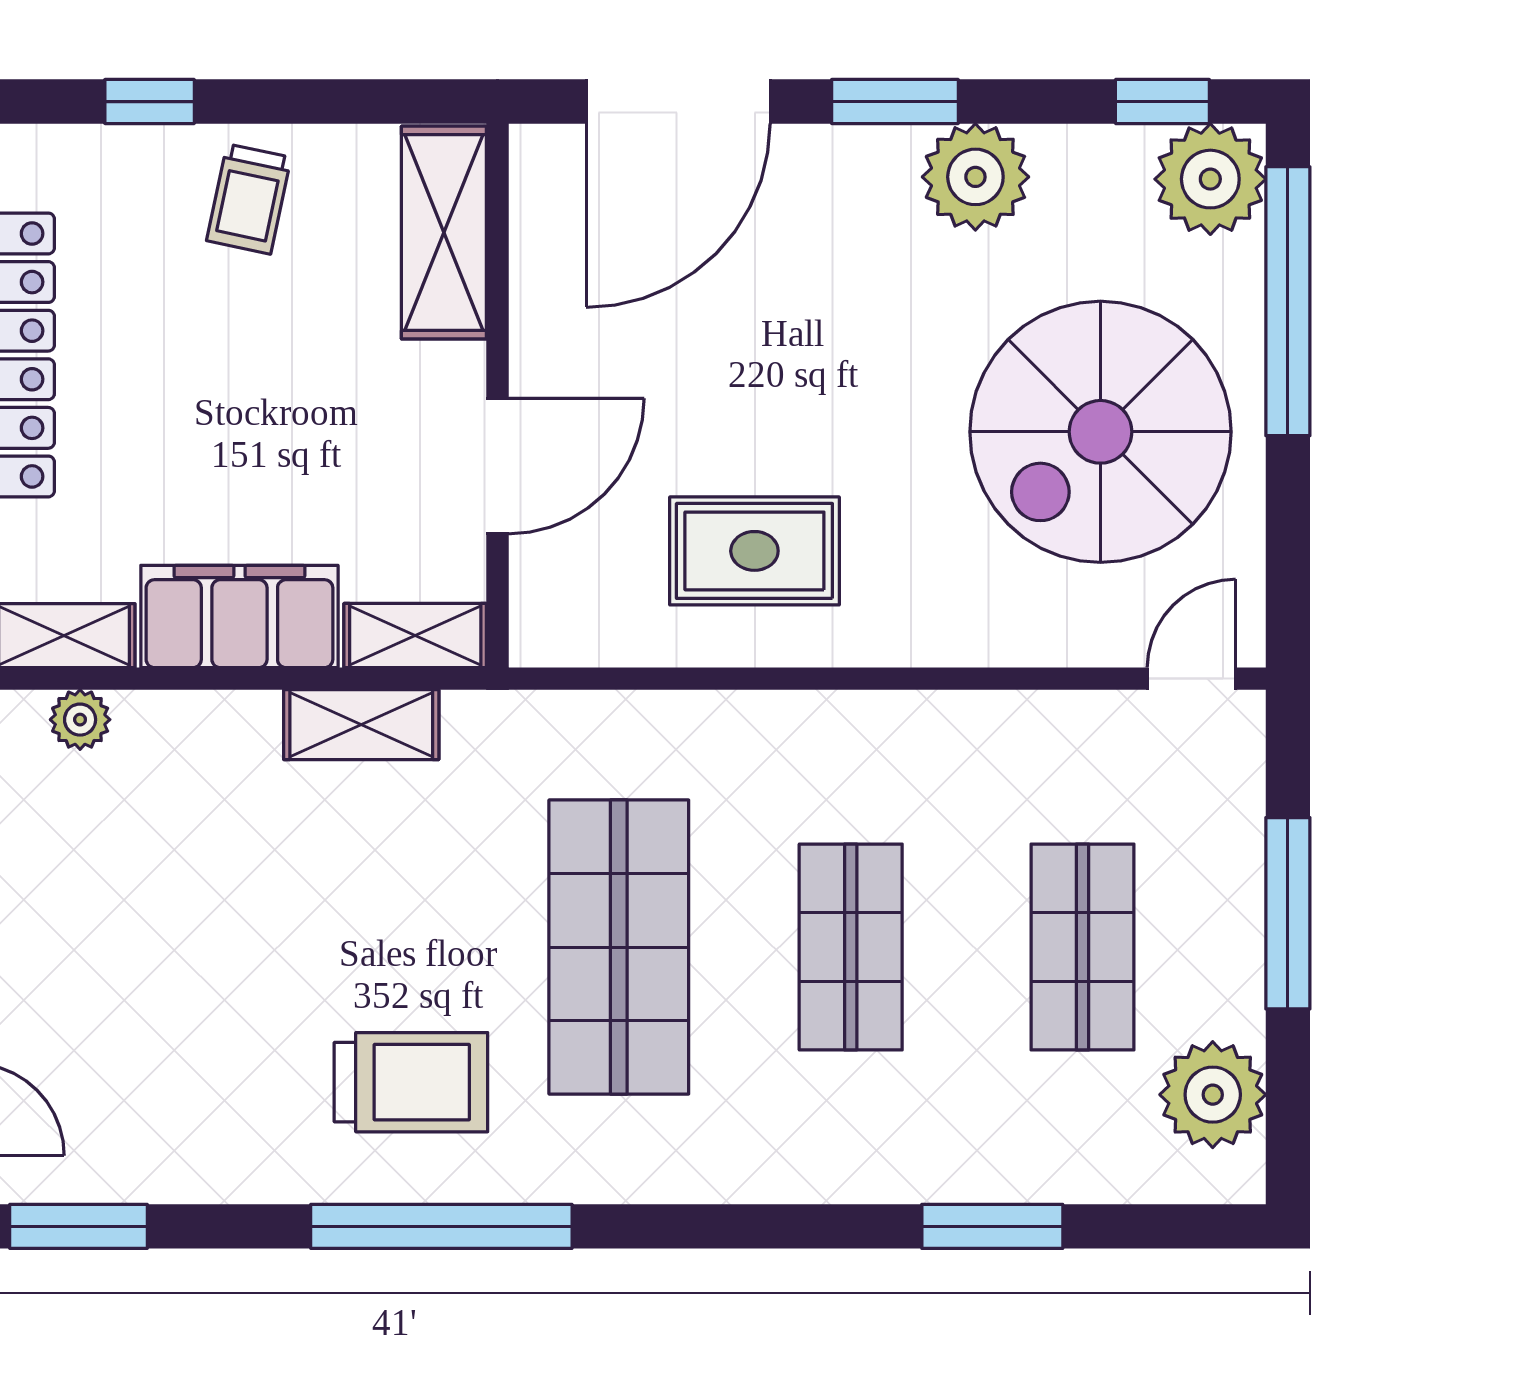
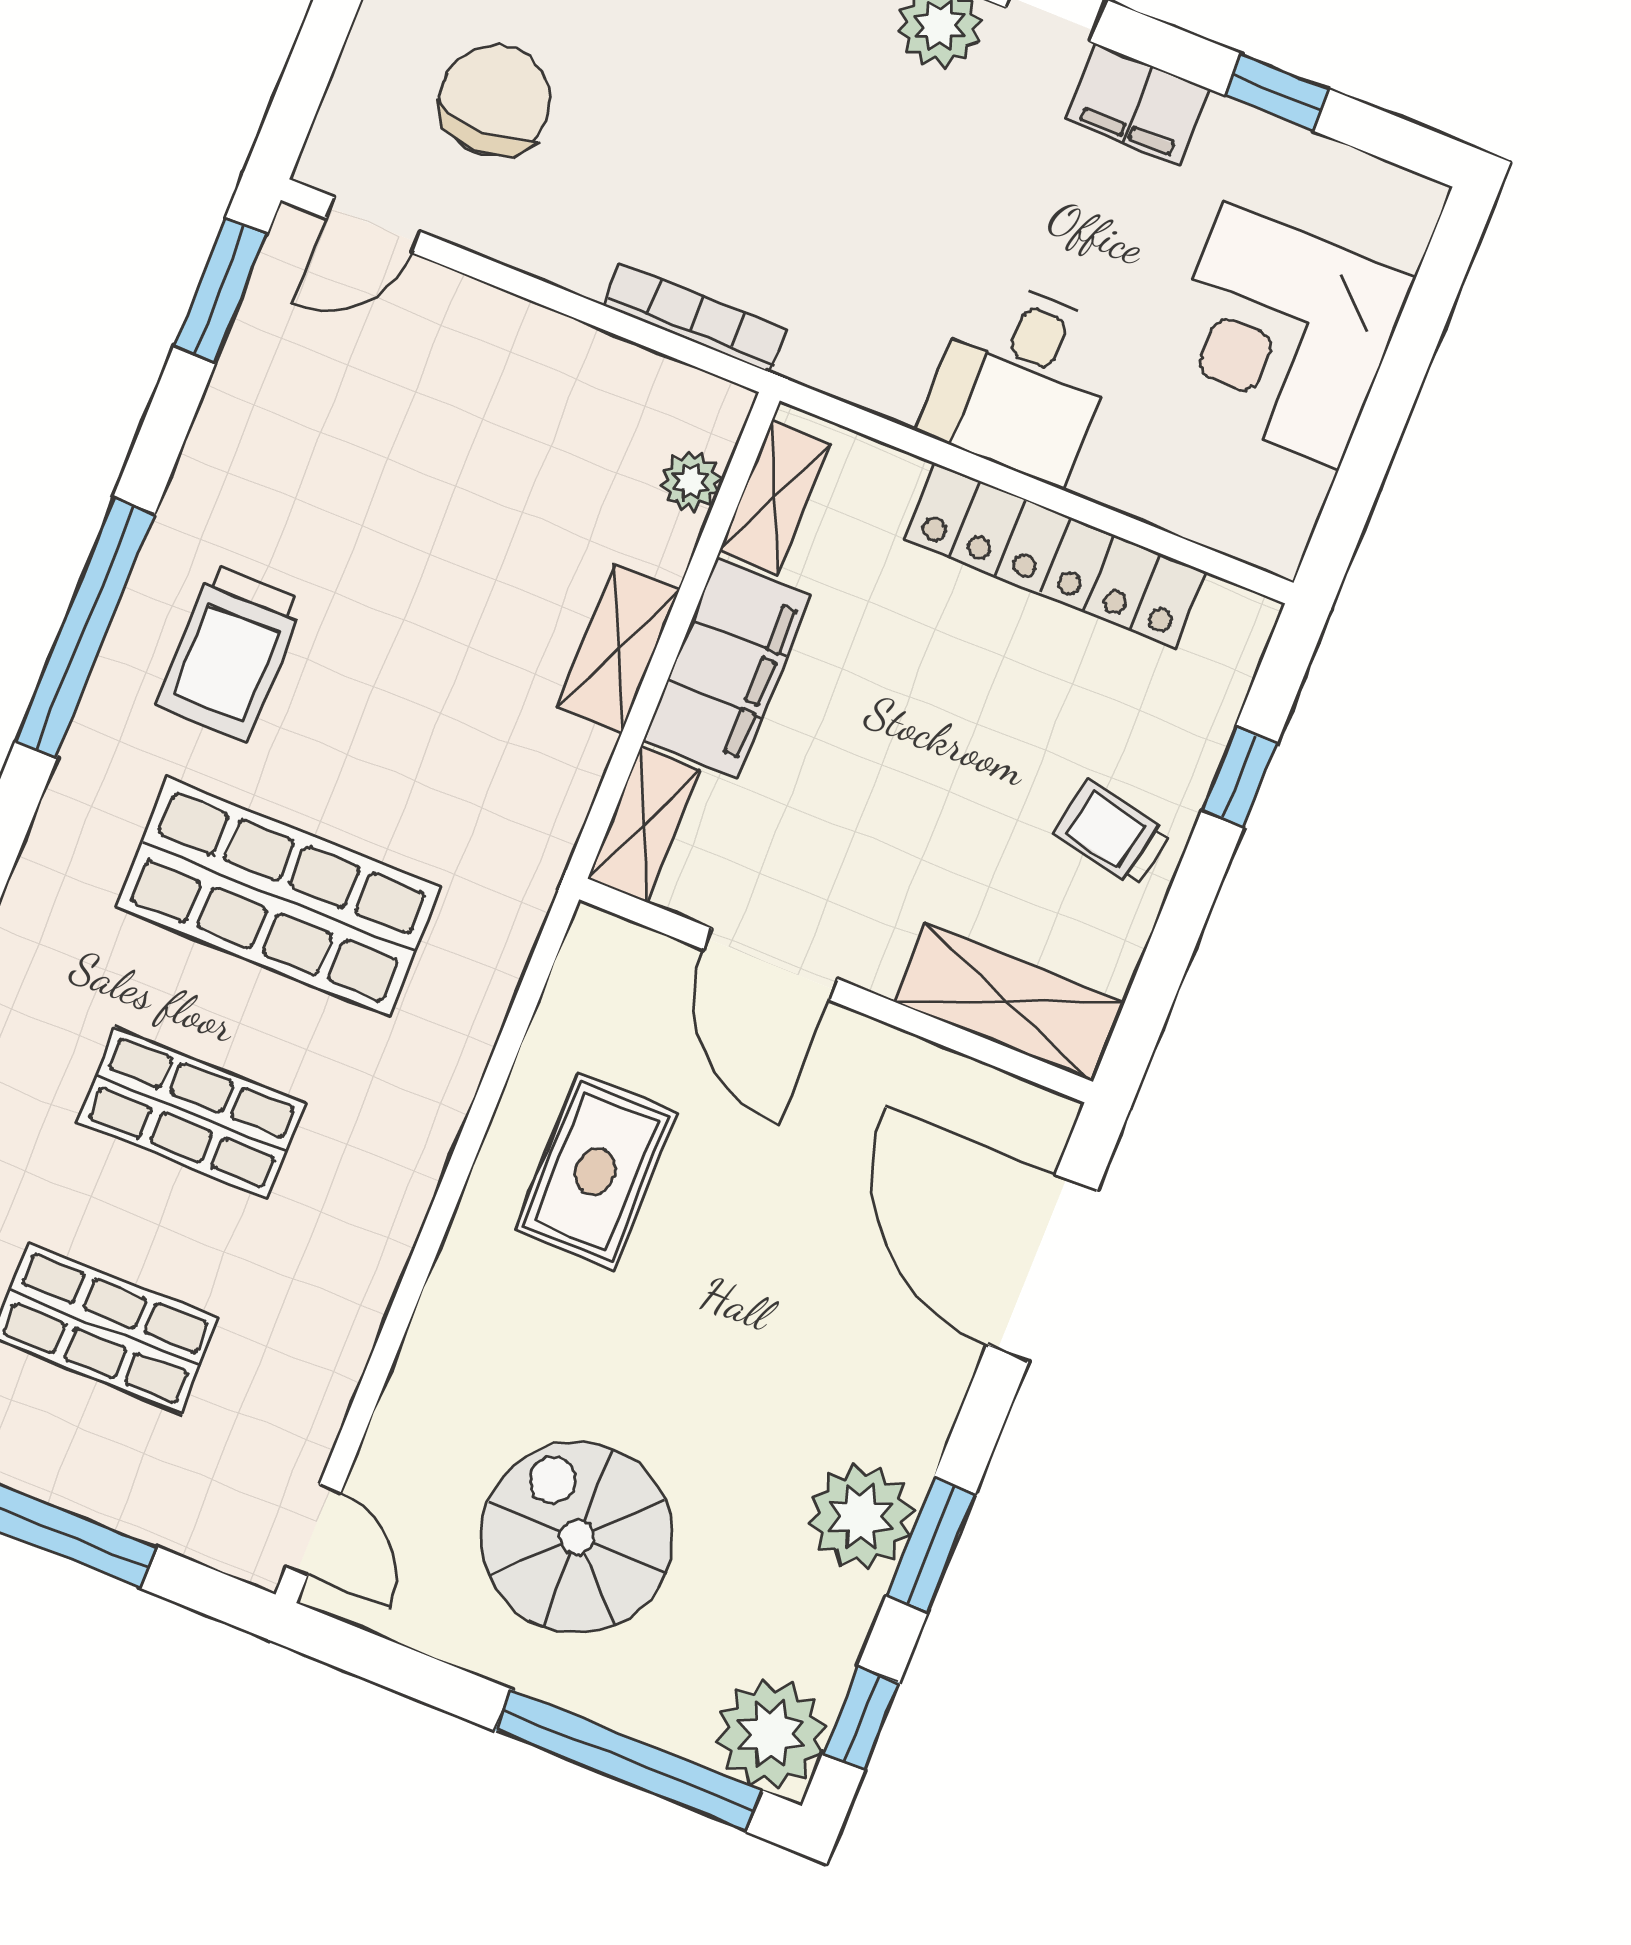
window: (895, 102) -> (931, 1544), moved
spiral stairs: (1100, 432) -> (577, 1537), width x0.73, depth x0.73
shelving: (361, 725) -> (618, 648), moved

